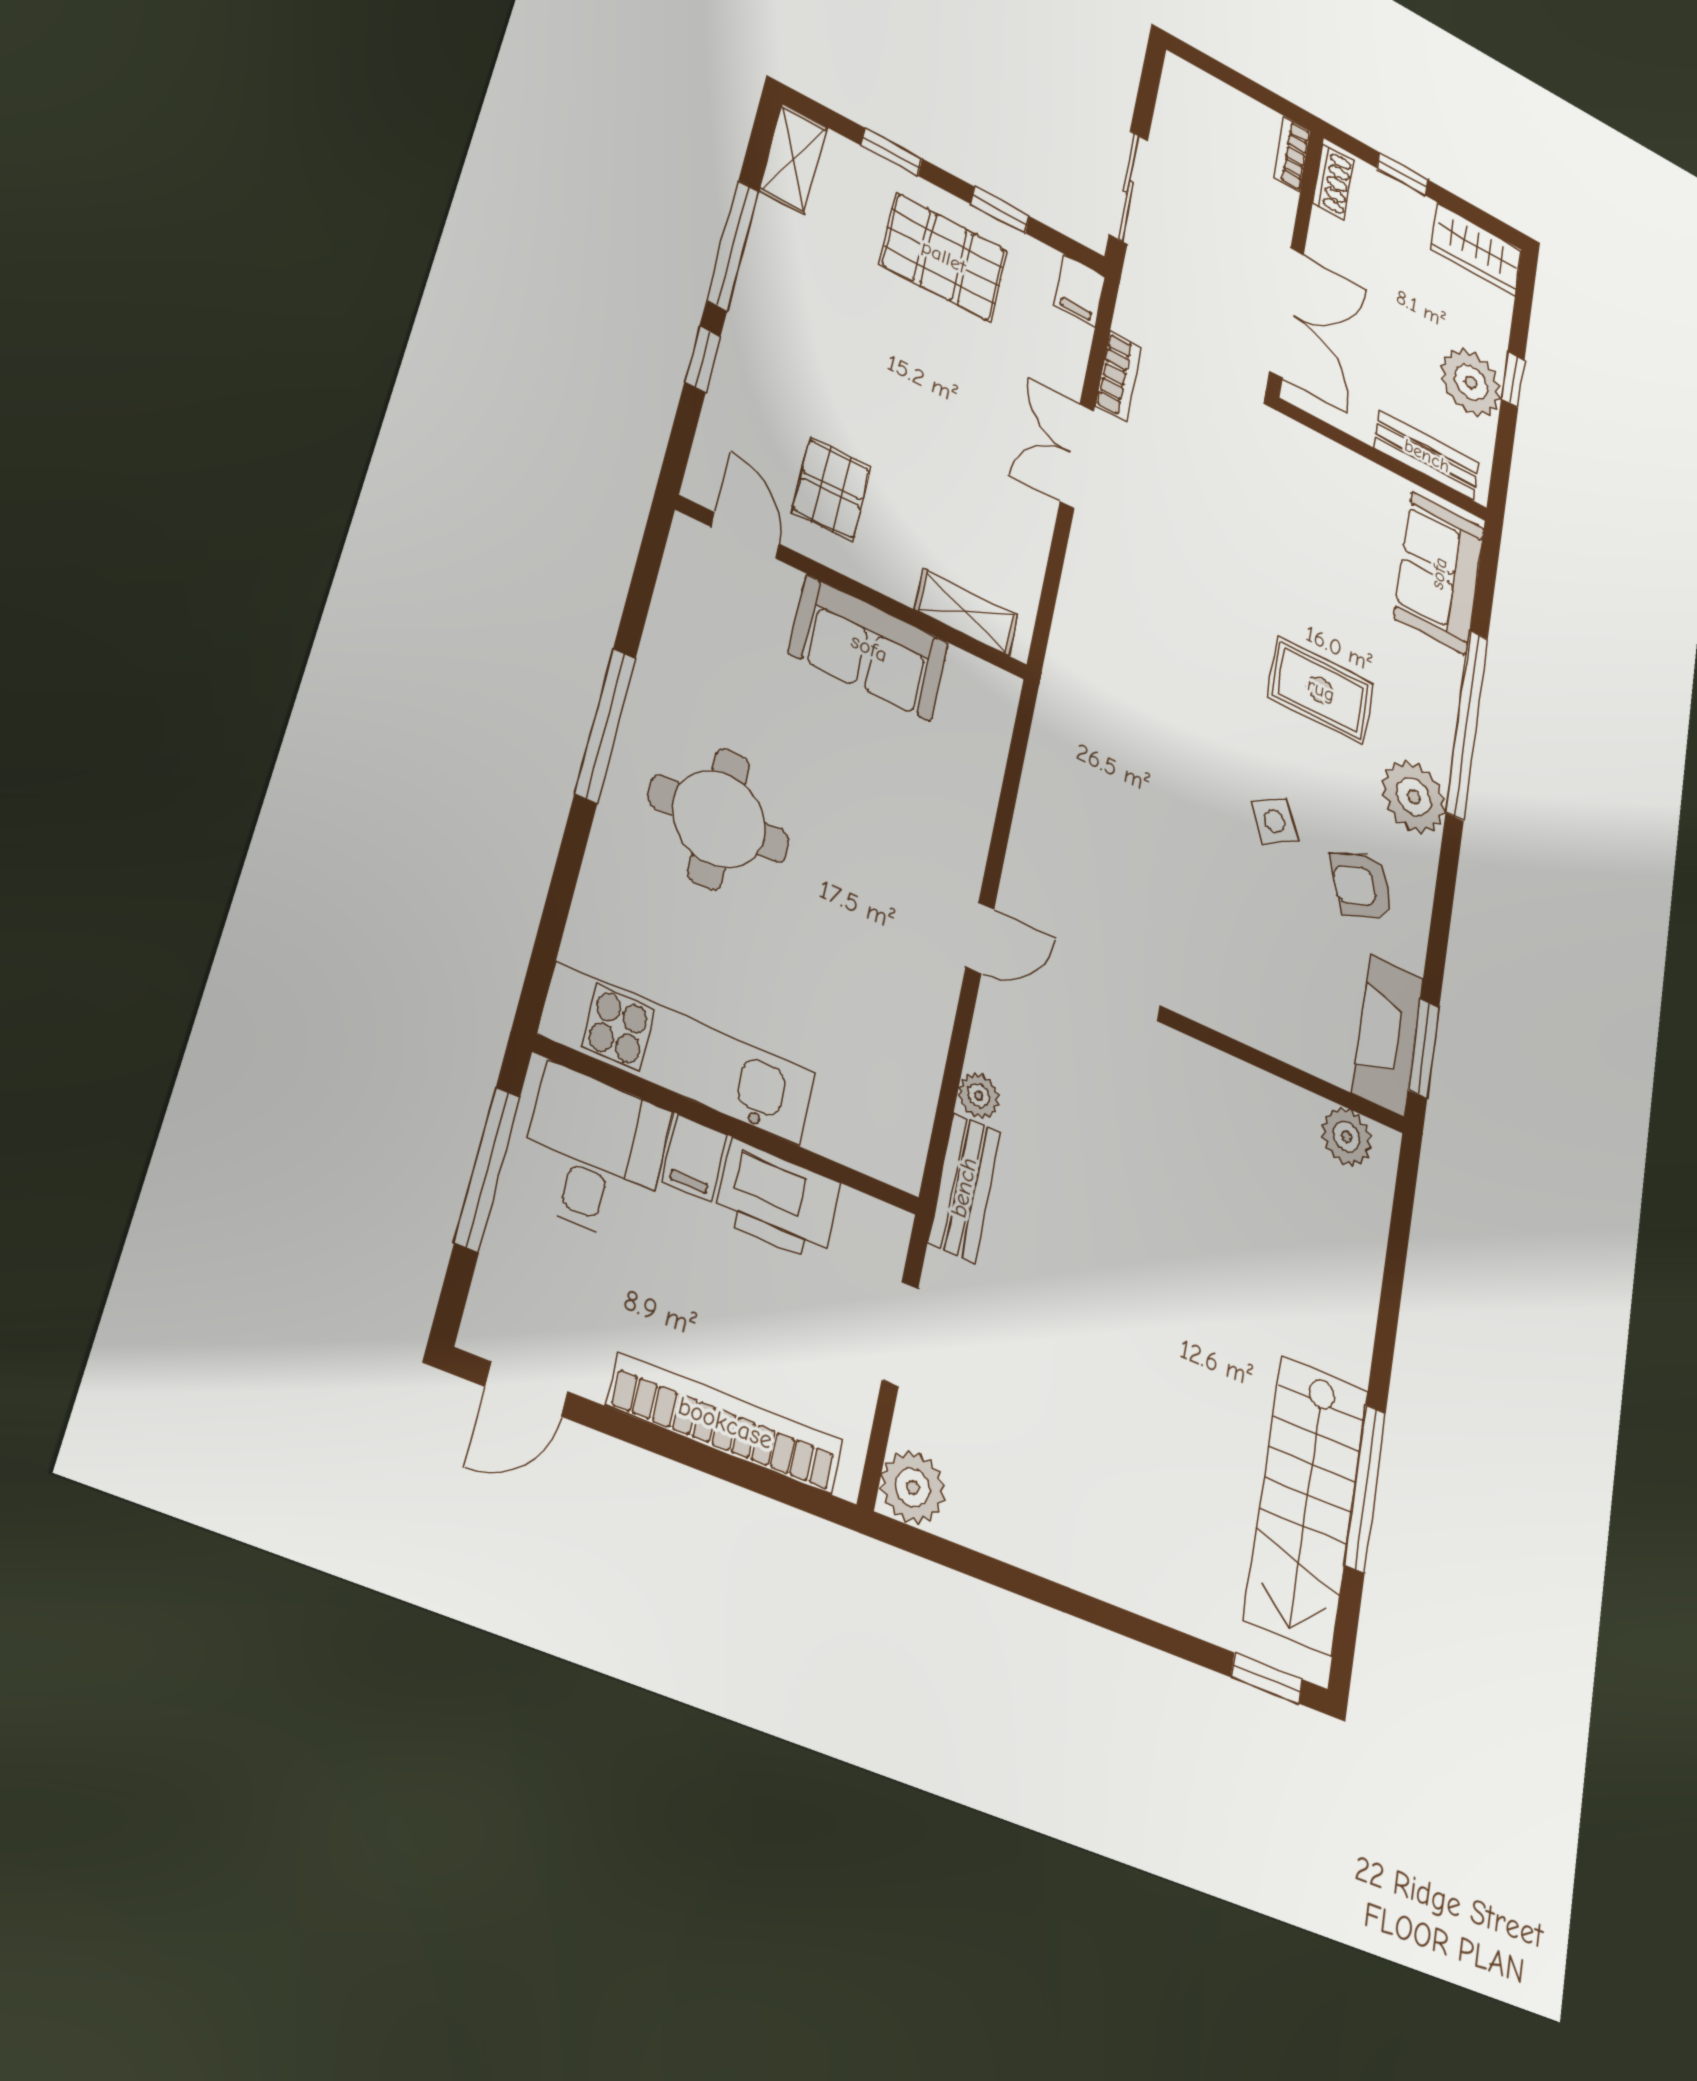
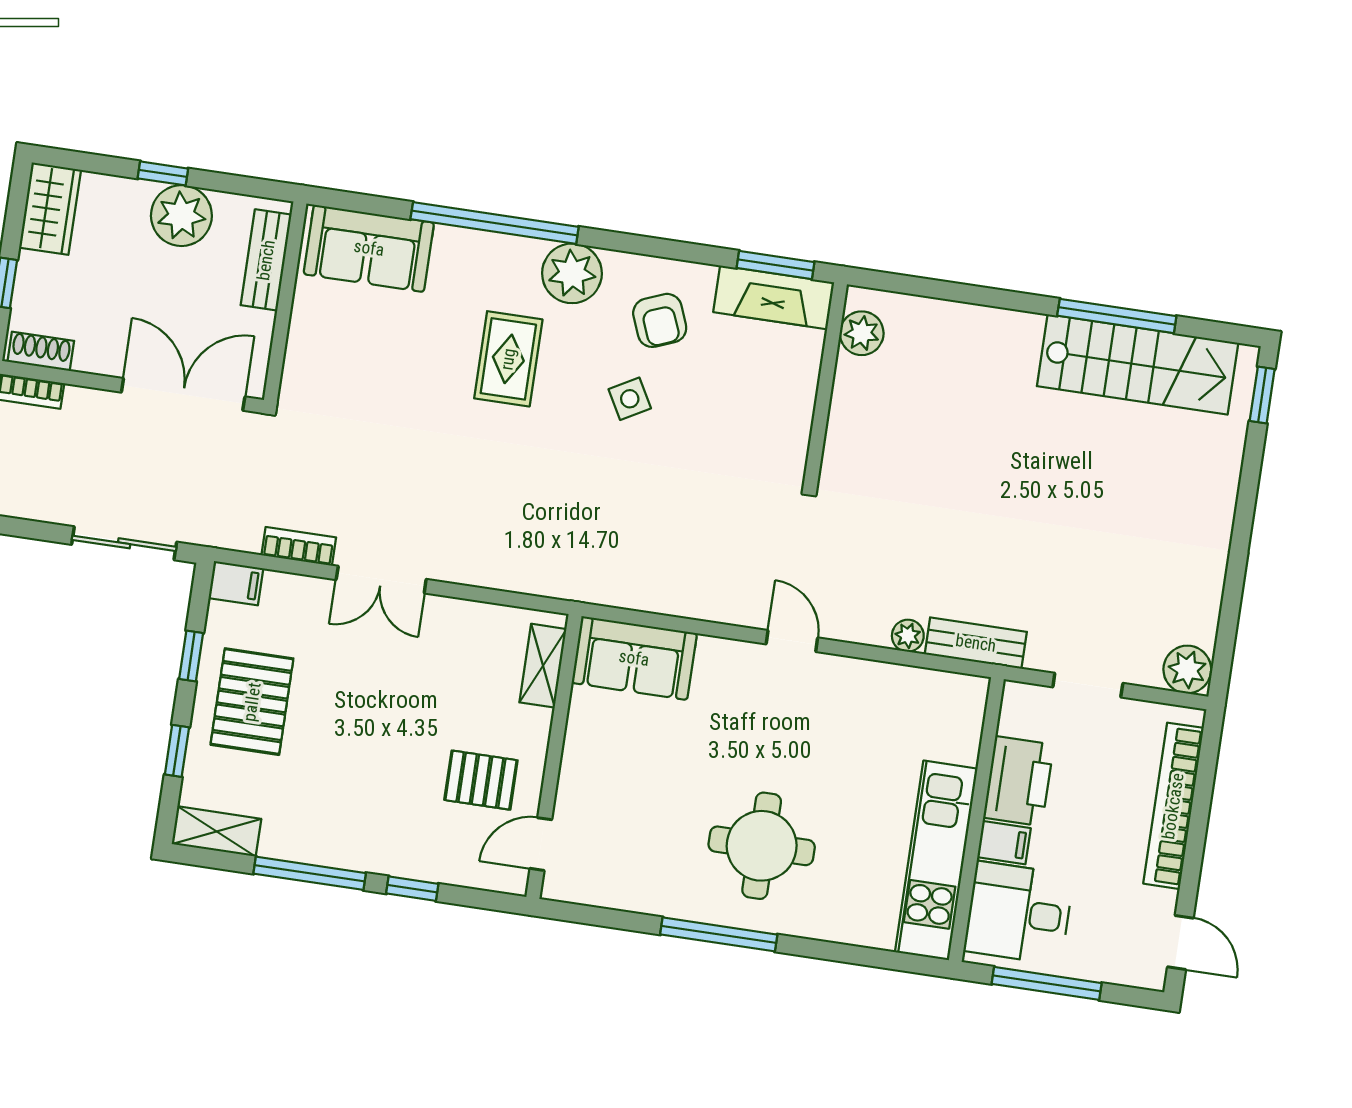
sofa: (869, 648) -> (634, 658), moved, turned 90

